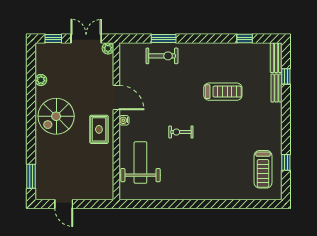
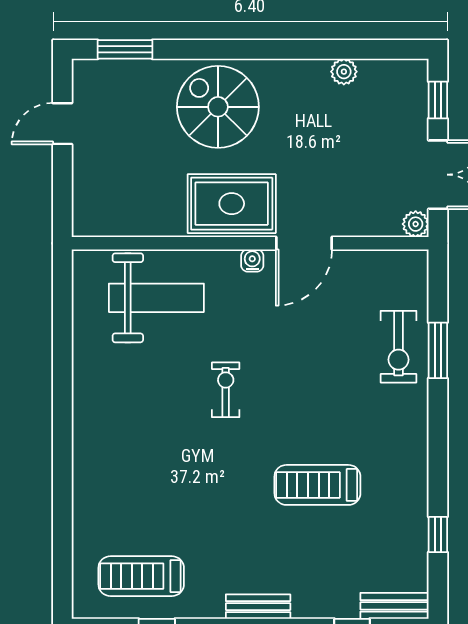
bench: (276, 88) -> (258, 607), moved
treadmill: (223, 92) -> (317, 485), turned 90
spiral stairs: (56, 116) -> (218, 107), moved
rug: (99, 129) -> (232, 204), width x1.36, depth x1.43

